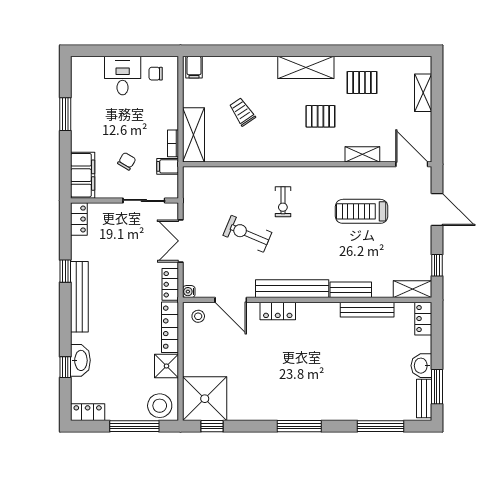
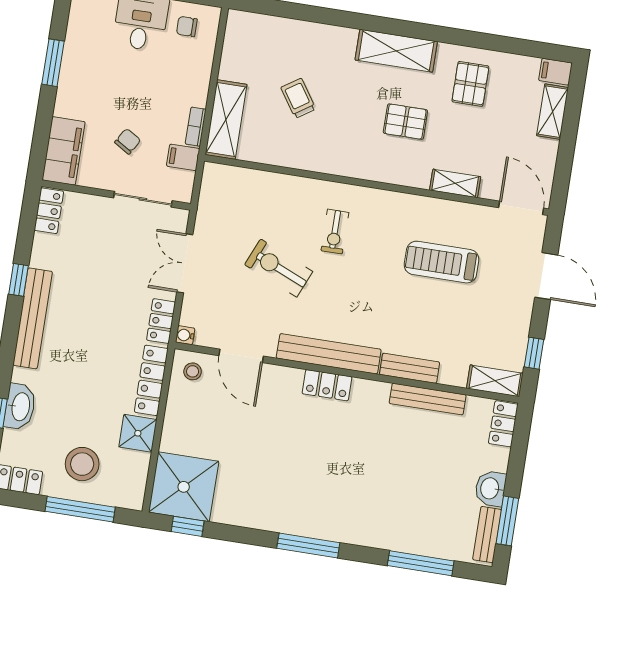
filing cabinet: (194, 67) -> (555, 72), moved, turned 90
pallet: (362, 82) -> (470, 84), turned 90
locker: (278, 311) -> (327, 385), moved
stool: (160, 406) -> (82, 464), moved

